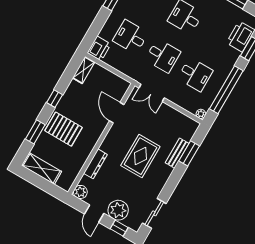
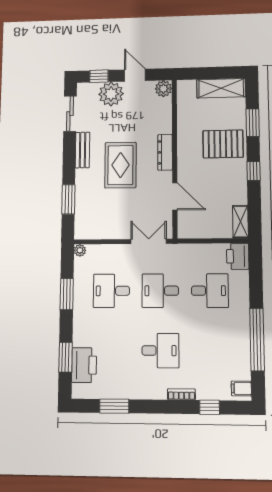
window: (226, 90) -> (67, 294), width x0.47
bench: (177, 153) -> (83, 150), moved
dresser: (95, 164) -> (165, 152), moved

